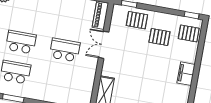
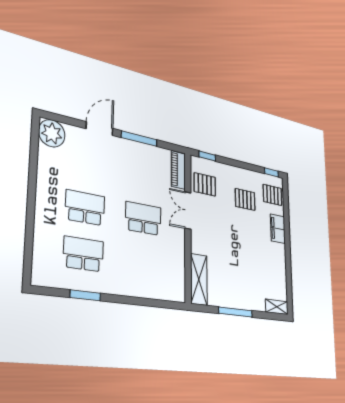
pallet: (137, 20) -> (205, 184), moved
filing cabinet: (186, 74) -> (278, 229), moved

